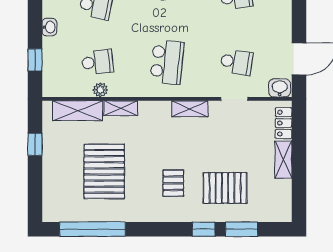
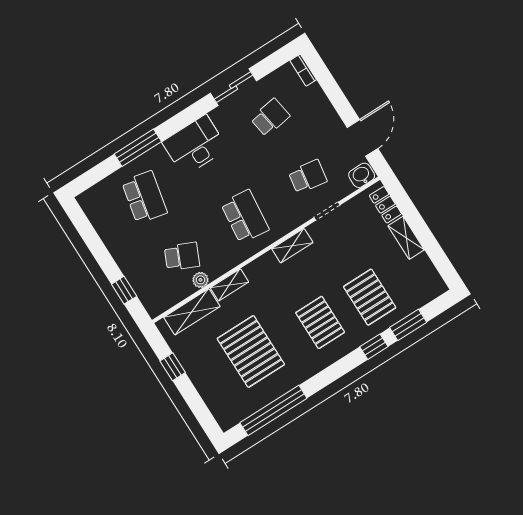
washbasin: (49, 27) -> (118, 252), removed
school desk: (98, 62) -> (182, 256), turned 30
pallet: (173, 183) -> (320, 322), width x1.50, depth x1.42
pallet: (225, 188) -> (370, 297), turned 90

